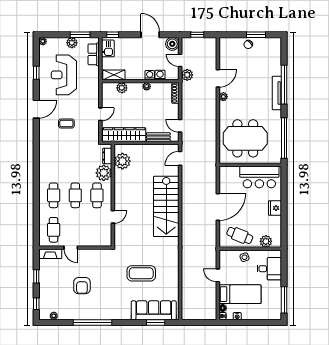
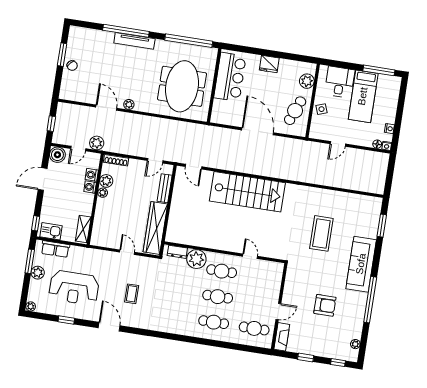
plant: (122, 88) -> (106, 181), moved
plant: (122, 161) -> (186, 235), removed
bed: (240, 294) -> (363, 96), moved, turned 180
sofa: (154, 310) -> (361, 264), moved

